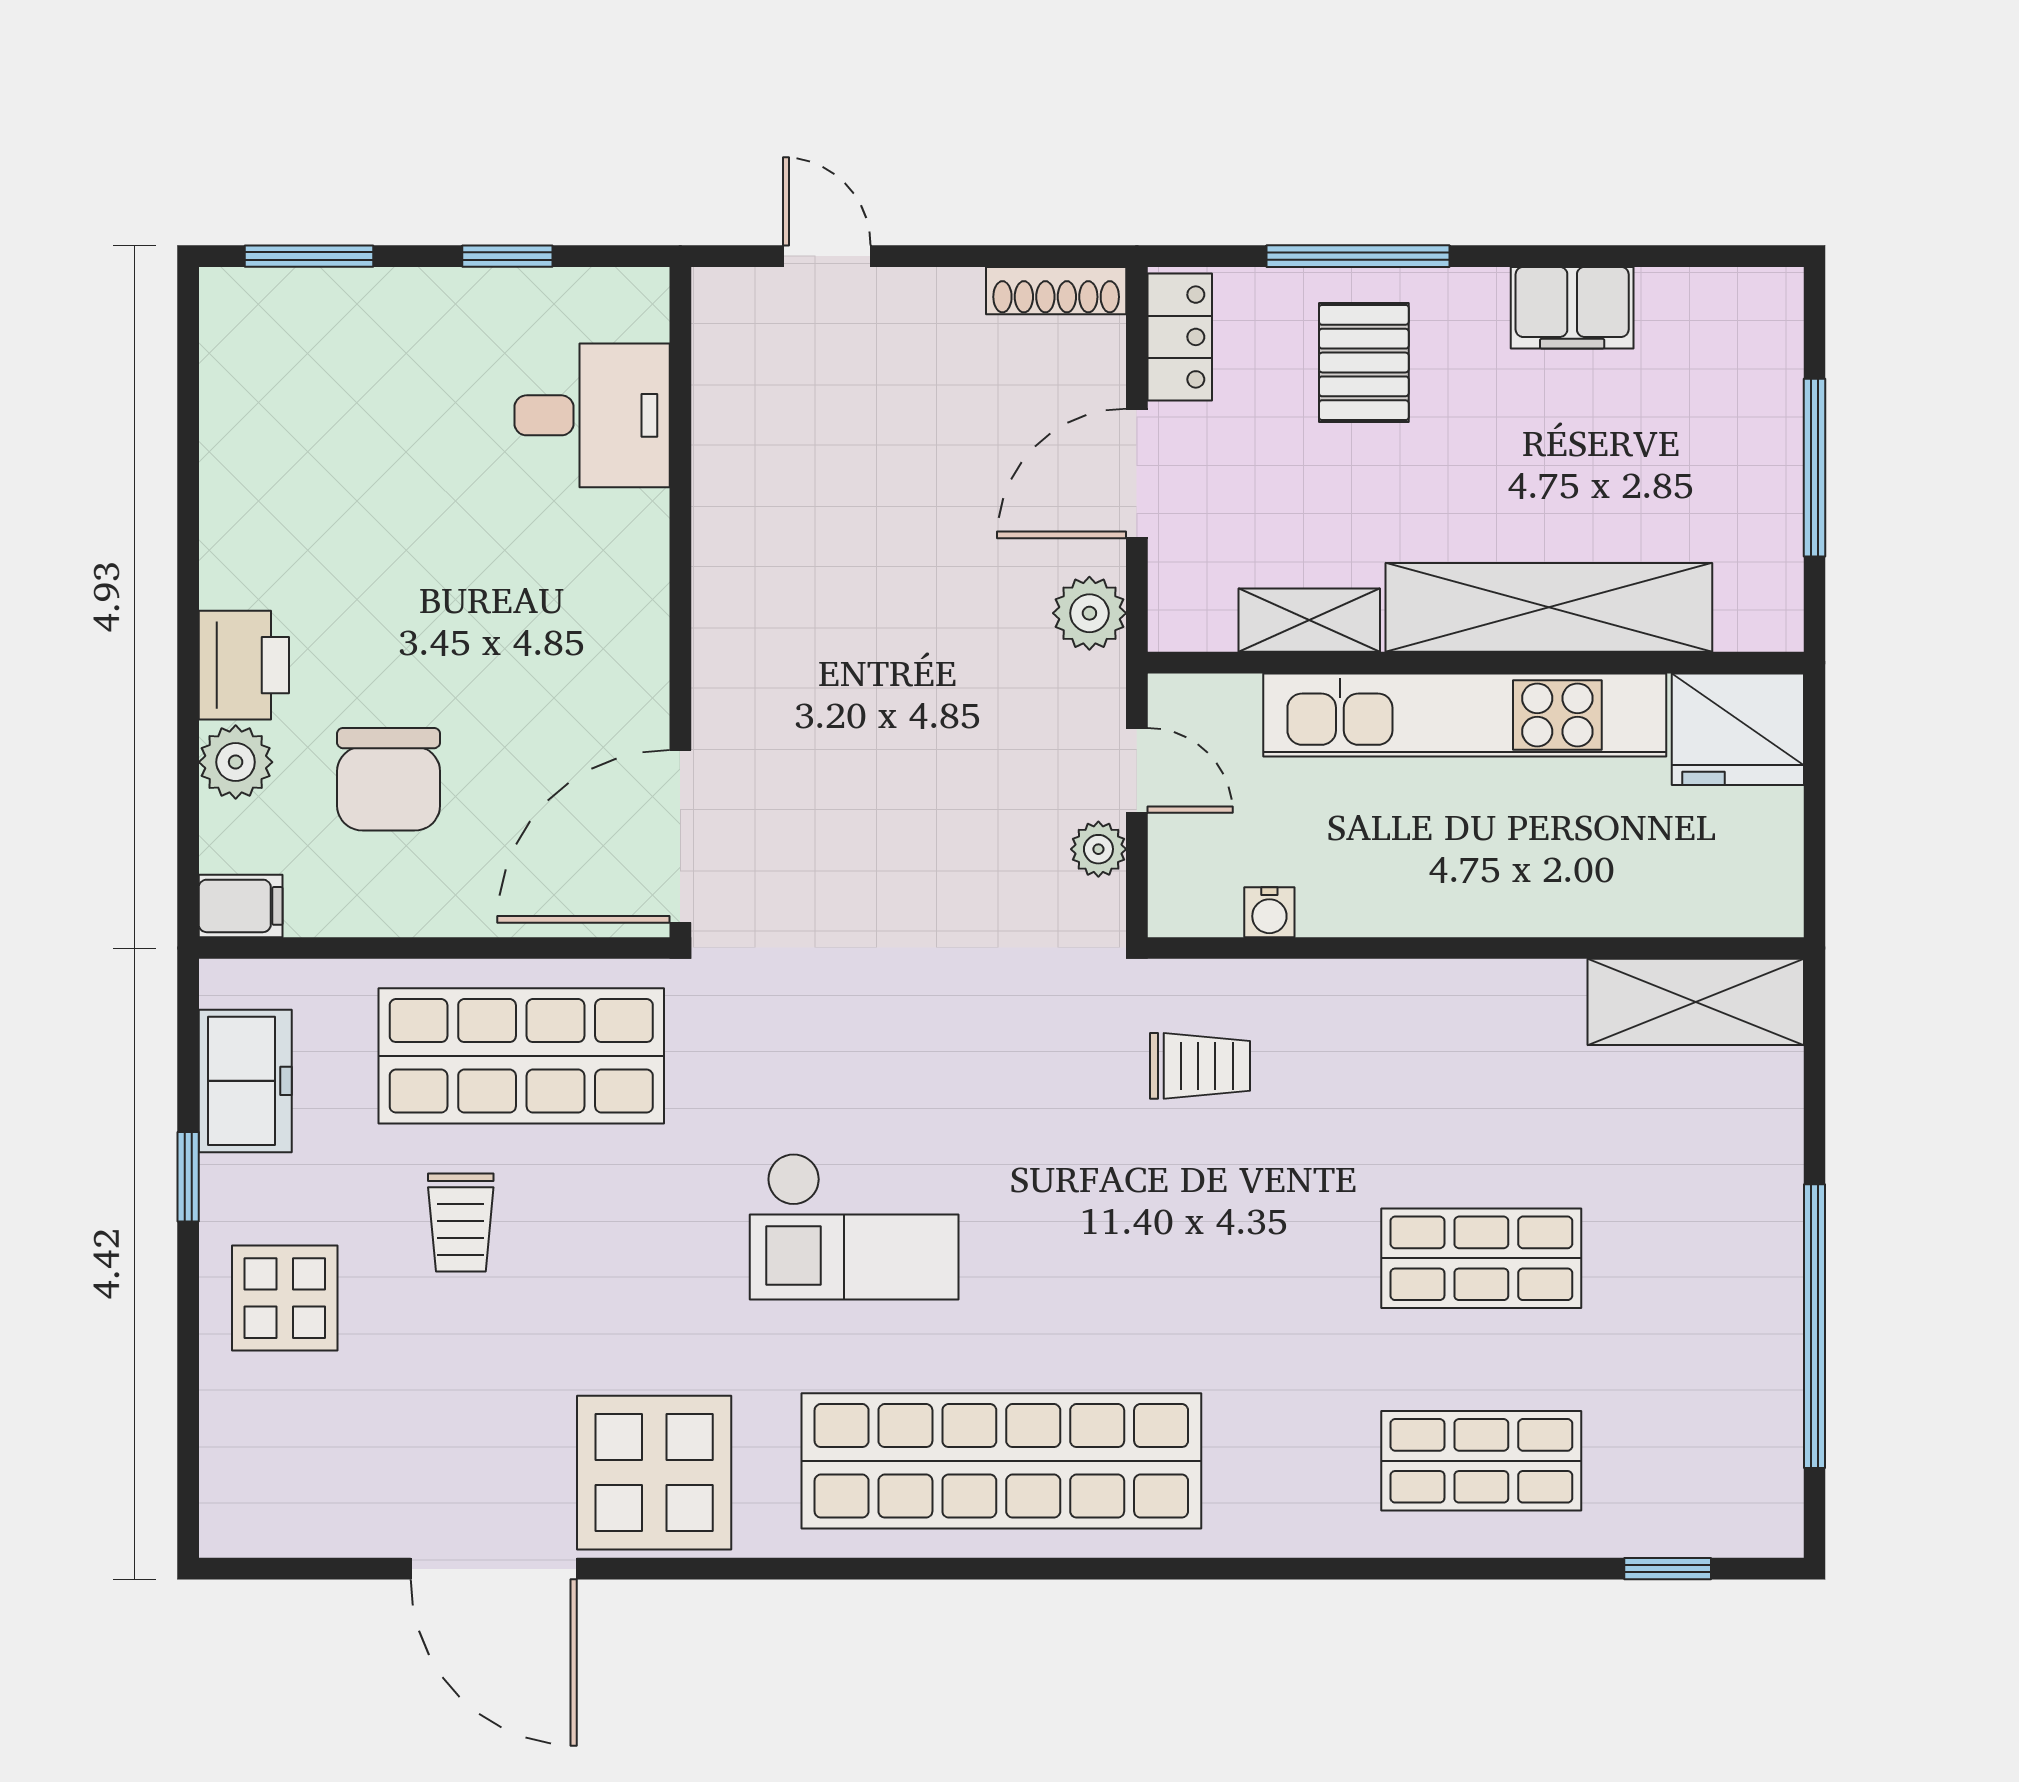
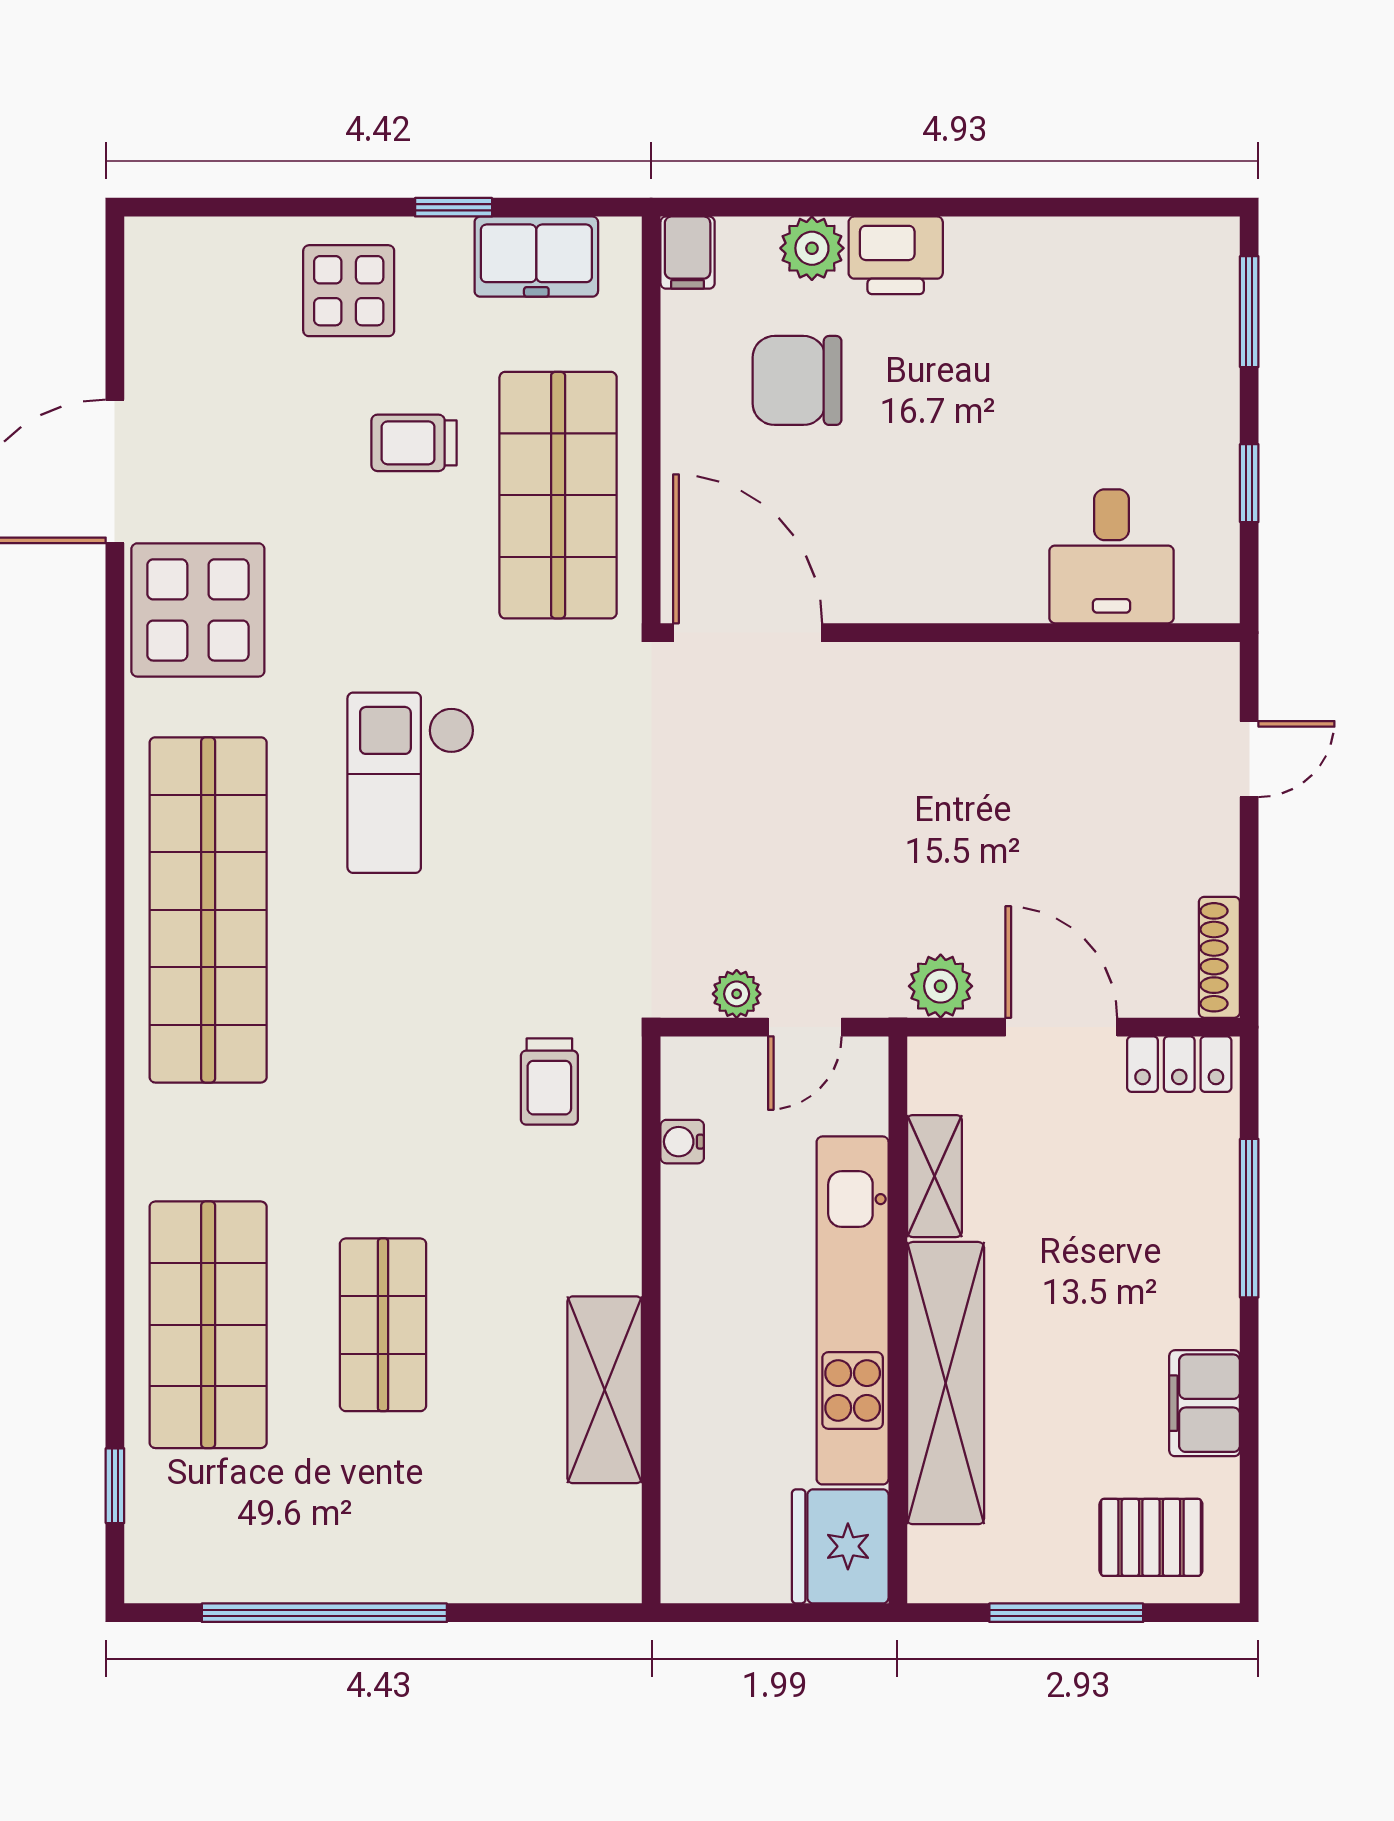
pallet: (1364, 363) -> (1151, 1537), moved
shelving: (1696, 1002) -> (605, 1390), moved
shop shelf: (1481, 1461) -> (208, 1325), width x1.43, depth x1.36

